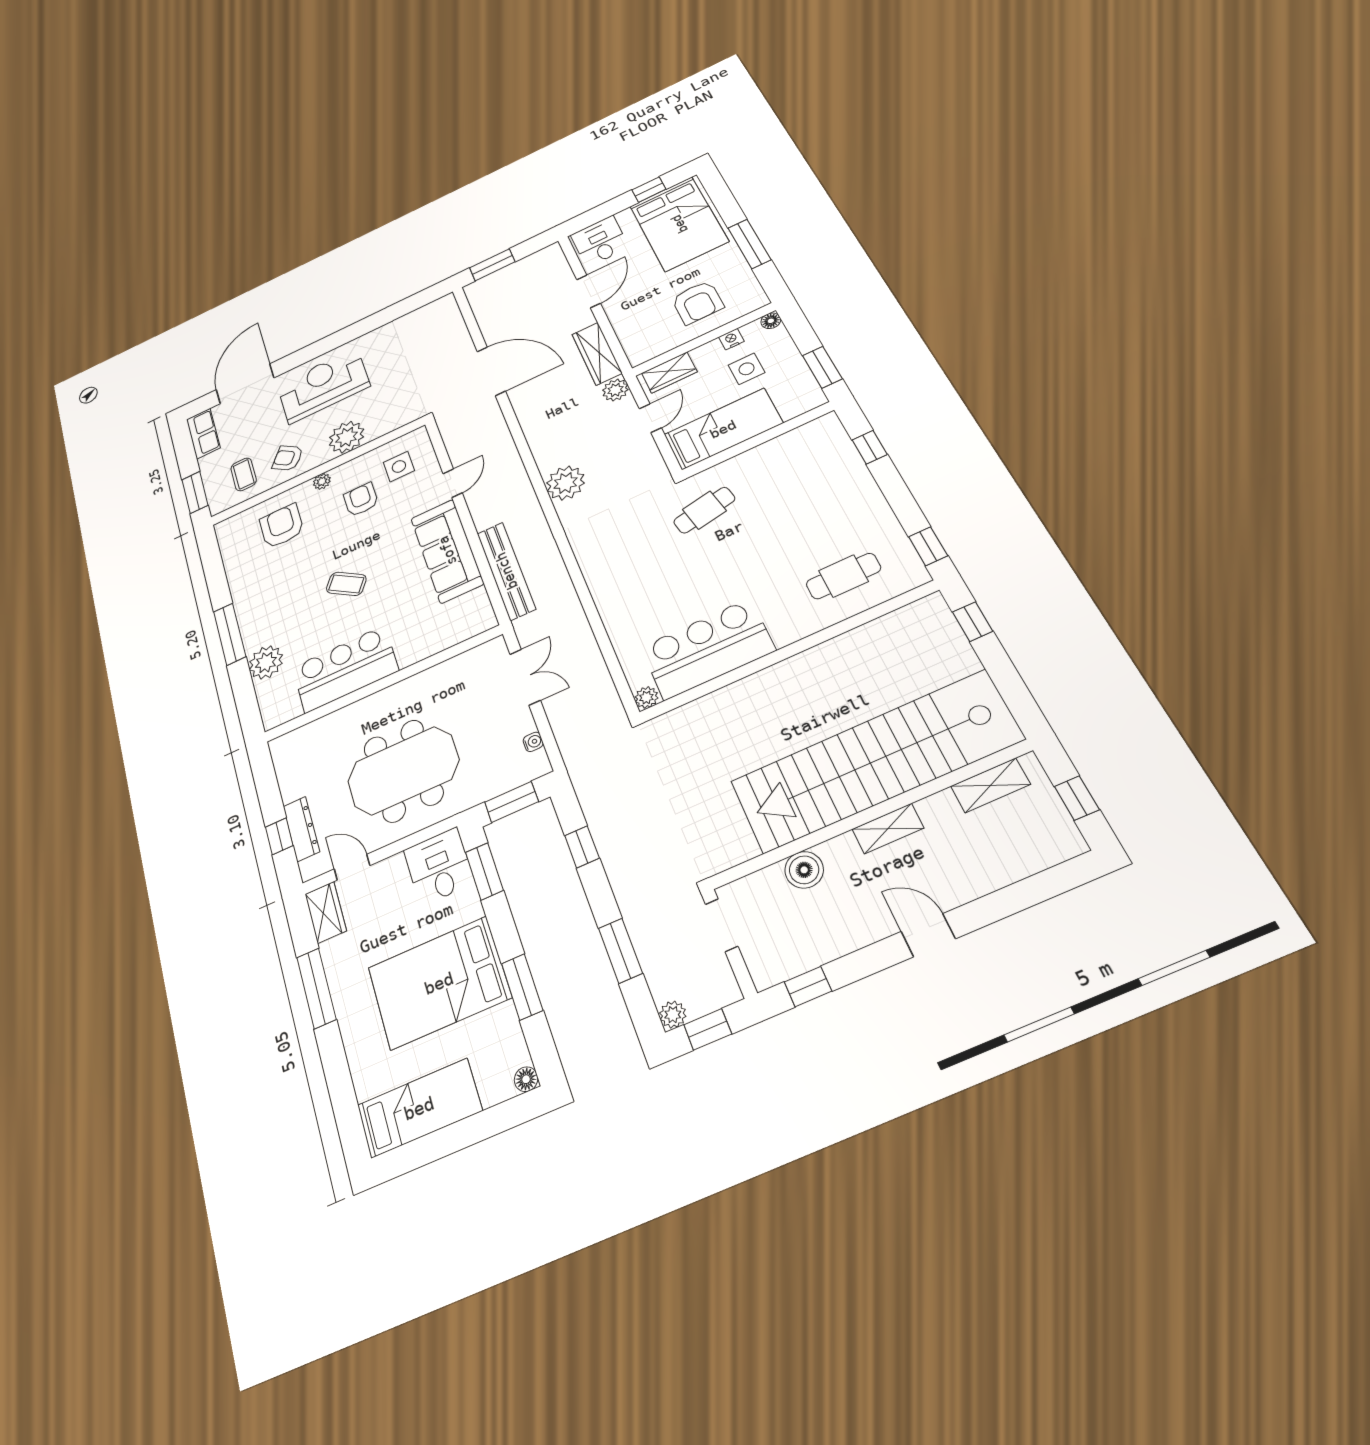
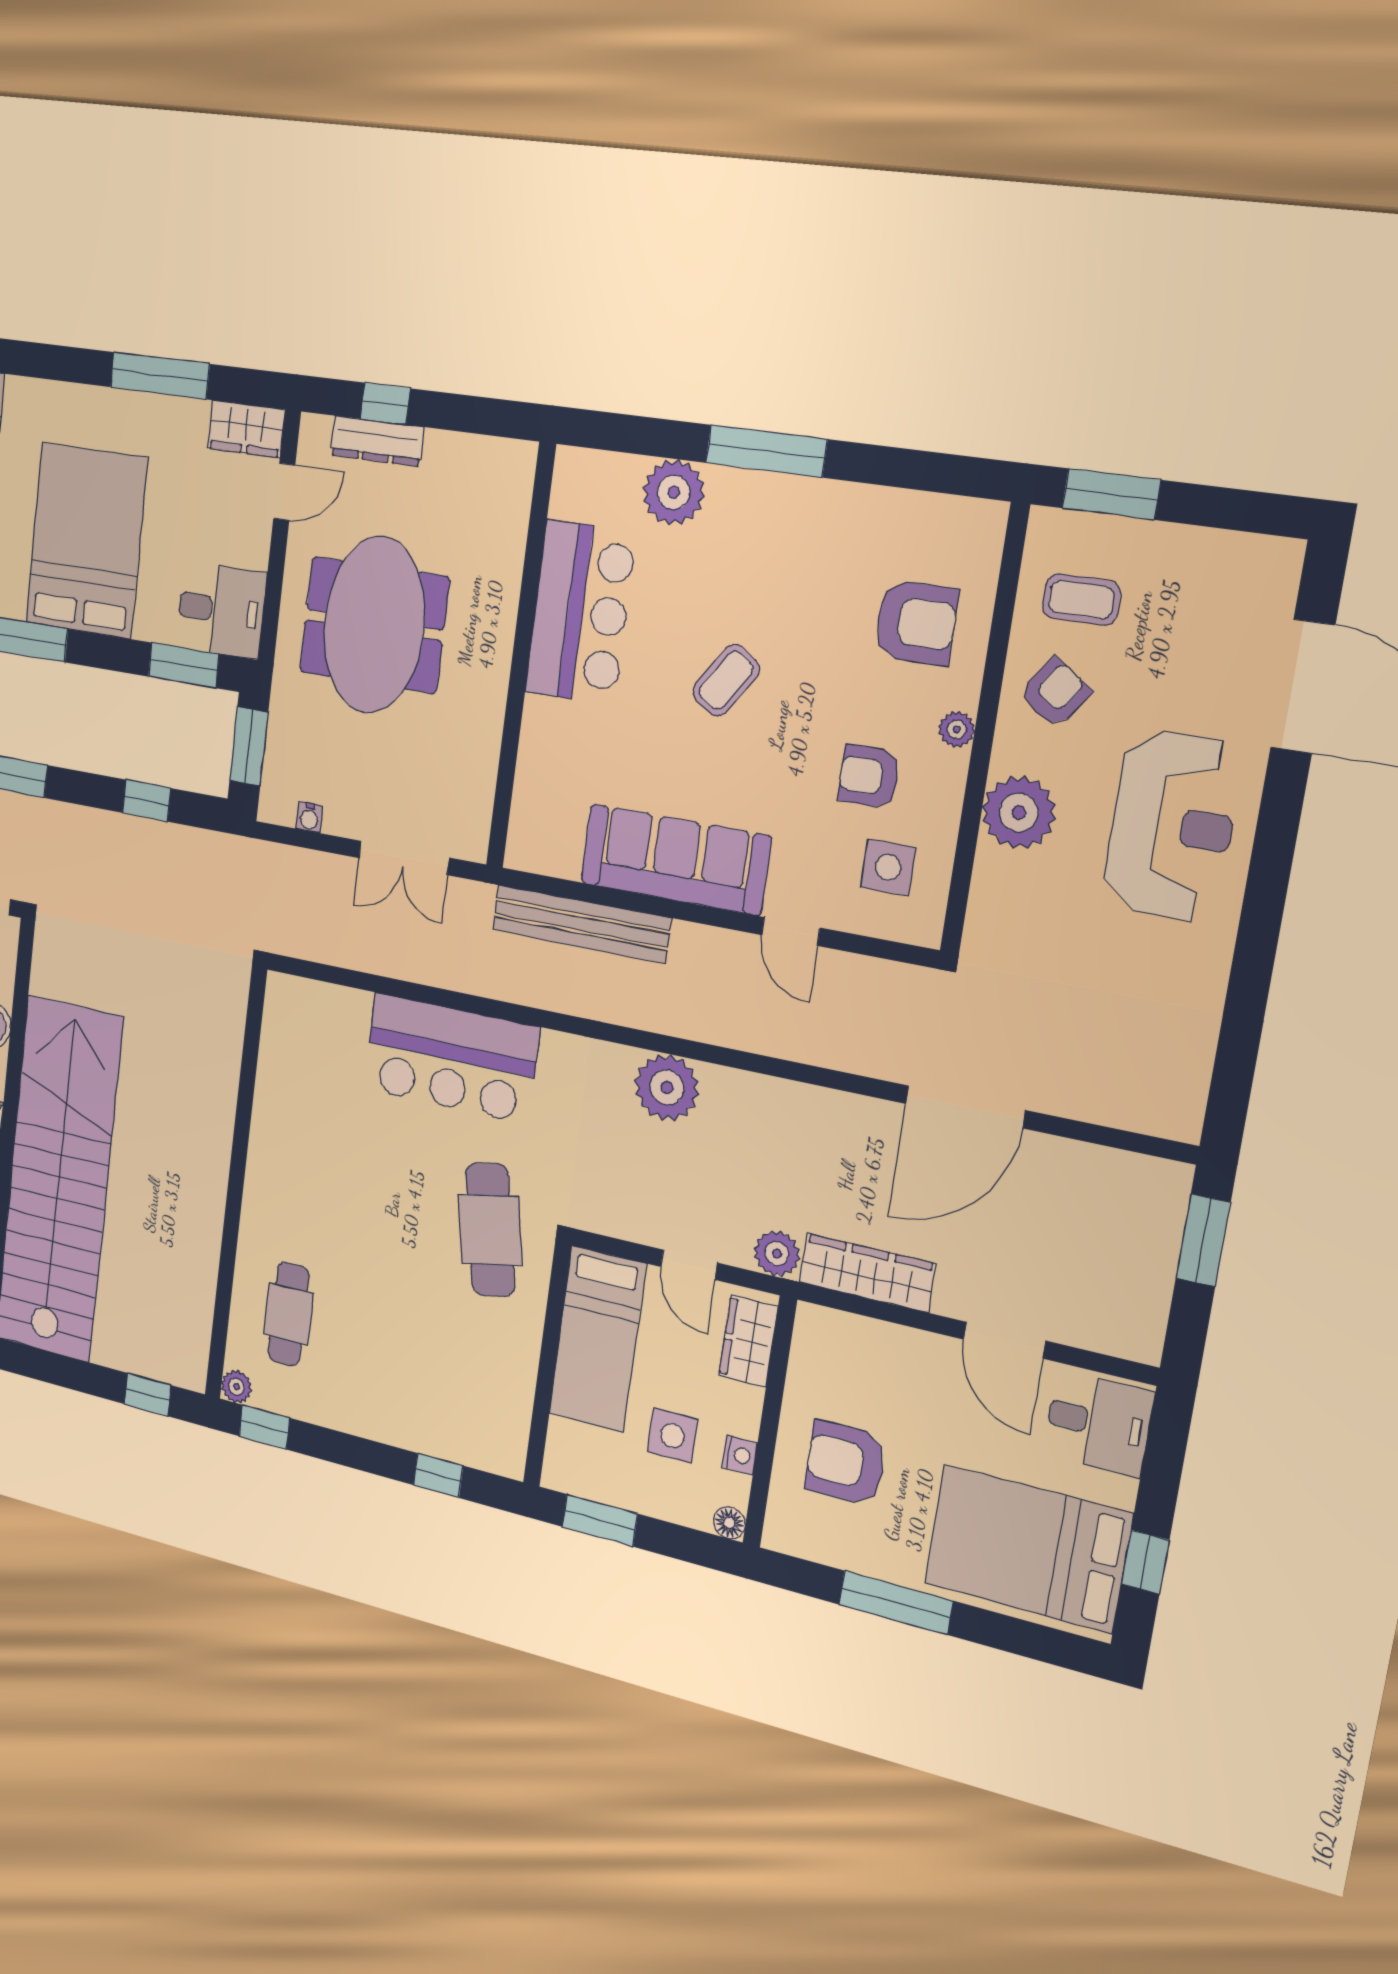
row of seats: (203, 434) -> (1243, 560), removed
armchair: (361, 500) -> (869, 776), turned 180
cafe table: (704, 510) -> (490, 1230), width x1.37, depth x1.35
bar counter: (708, 649) -> (451, 1058), moved, turned 90
plant: (646, 697) -> (236, 1387), moved

